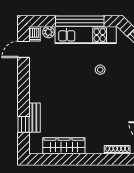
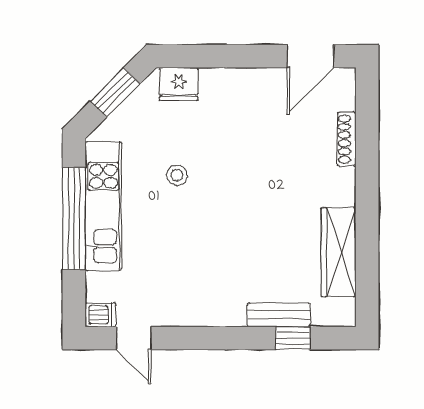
plant: (48, 32) -> (97, 285), removed

